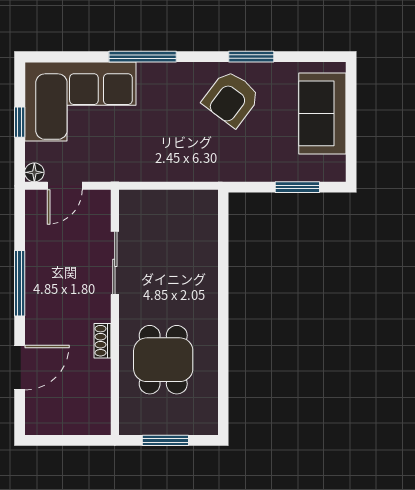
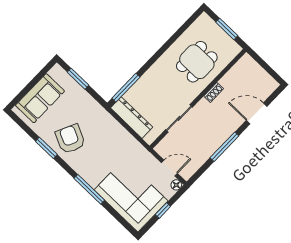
armchair: (231, 99) -> (70, 139), turned -102
dresser: (178, 204) -> (132, 118), added
window: (223, 236) -> (126, 88), added

